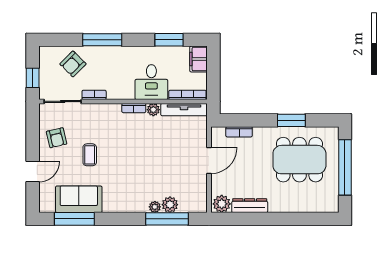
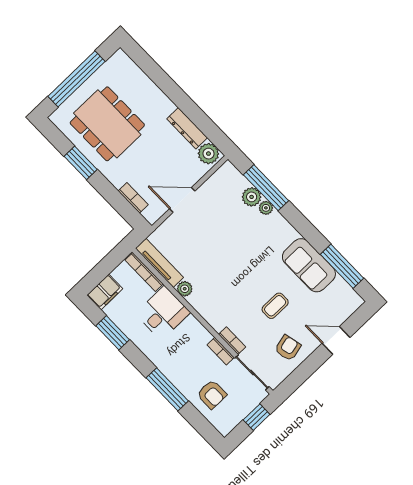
armchair: (73, 64) -> (212, 394), turned 45
bookcase: (134, 108) -> (232, 341), moved
sofa: (79, 199) -> (309, 265), moved

